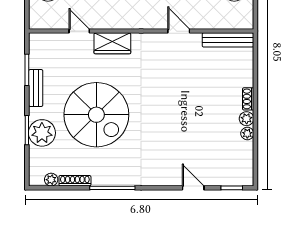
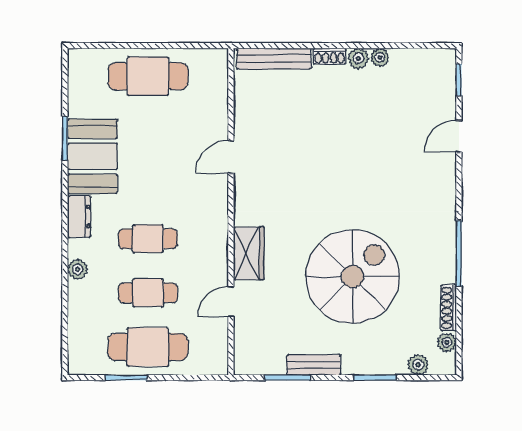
bench: (228, 40) -> (274, 59), moved, turned 90
plant: (42, 133) -> (418, 365), moved, width x0.53, depth x0.53

